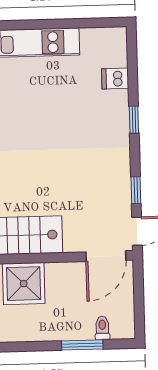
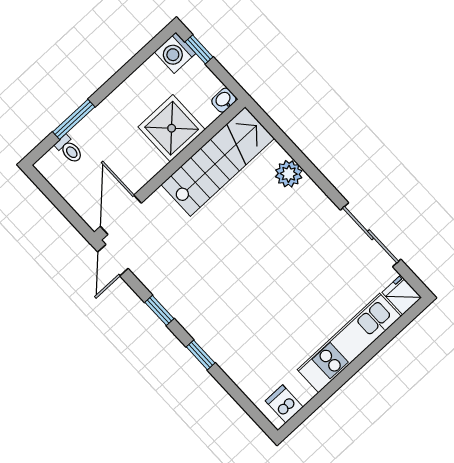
dishwasher: (115, 79) -> (284, 404), moved, turned -90
window: (136, 190) -> (159, 310), moved

